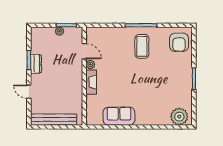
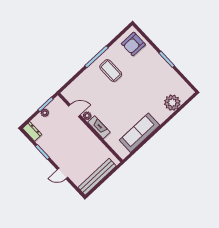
armchair: (179, 42) -> (133, 44), turned 90
dresser: (36, 64) -> (32, 131), moved
sofa: (119, 116) -> (140, 133), width x1.36
plant: (179, 117) -> (172, 103), moved

